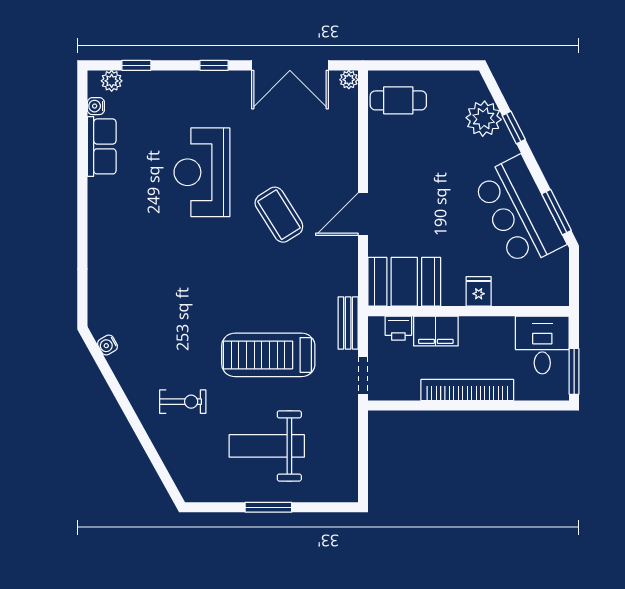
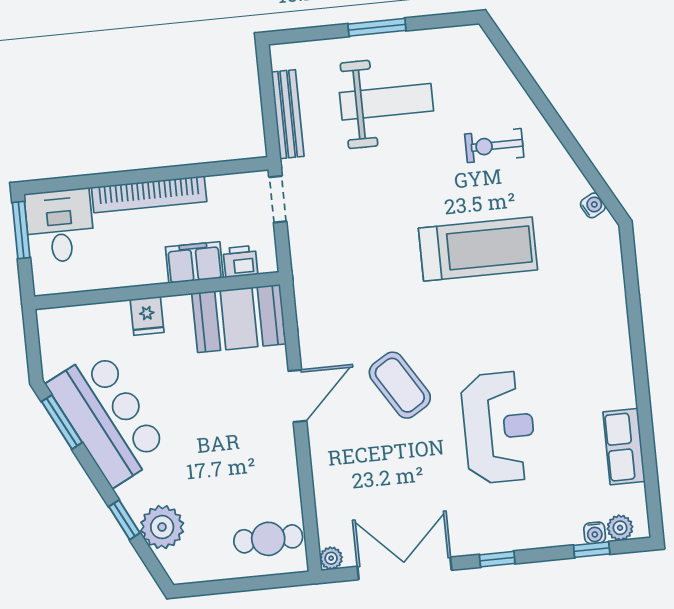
water cooler: (96, 106) -> (595, 533), moved, turned 90
bench: (348, 323) -> (288, 114), moved, width x1.36
desk: (542, 345) -> (60, 226), moved, turned 180
treadmill: (268, 355) -> (478, 249), moved

